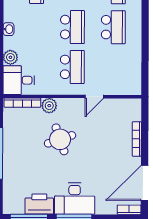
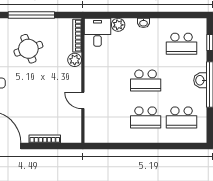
school desk: (72, 67) -> (110, 81), removed
round table: (60, 139) -> (28, 49), moved

